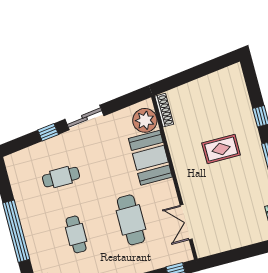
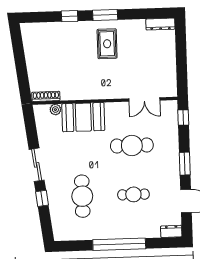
plant: (145, 120) -> (55, 110), width x0.53, depth x0.53
rug: (221, 149) -> (107, 44), moved
cafe table: (61, 177) -> (82, 196), width x1.37, depth x1.35

